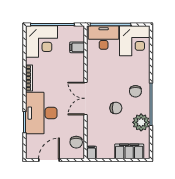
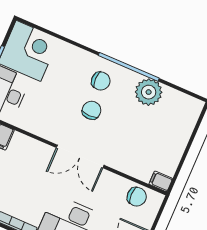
chair: (116, 108) -> (92, 110), moved
filing cabinet: (129, 151) -> (182, 127), removed

